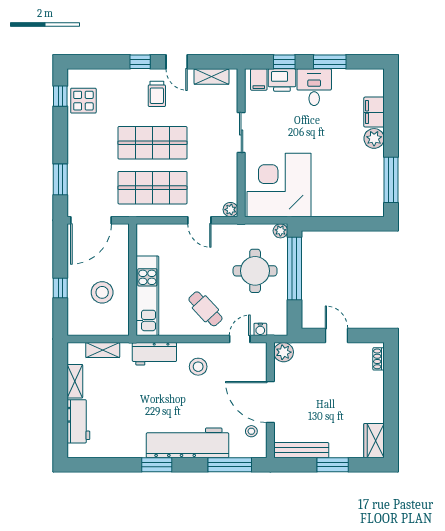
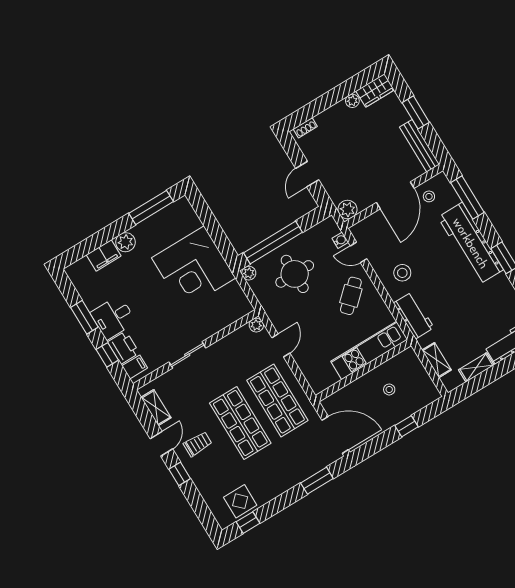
corner desk: (279, 185) -> (194, 268), moved
stool: (102, 292) -> (389, 389), width x0.53, depth x0.53
plant: (377, 415) -> (352, 101), added

